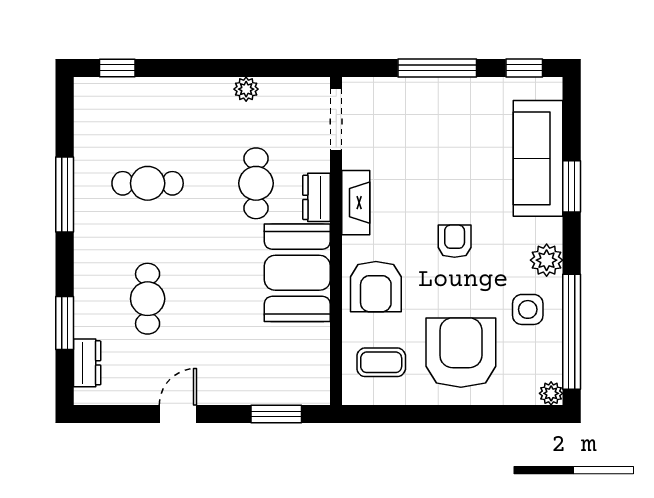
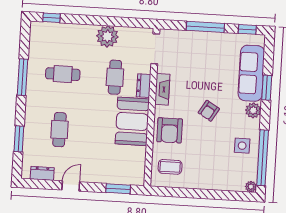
plant: (246, 89) -> (107, 36), width x1.87, depth x1.87
armchair: (455, 241) -> (209, 111), turned -149
plant: (547, 260) -> (253, 110), moved
armchair: (461, 353) -> (209, 164), removed
dresser: (87, 363) -> (42, 173), moved, turned -90

